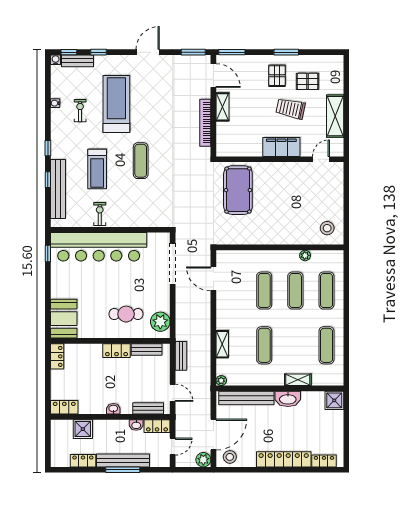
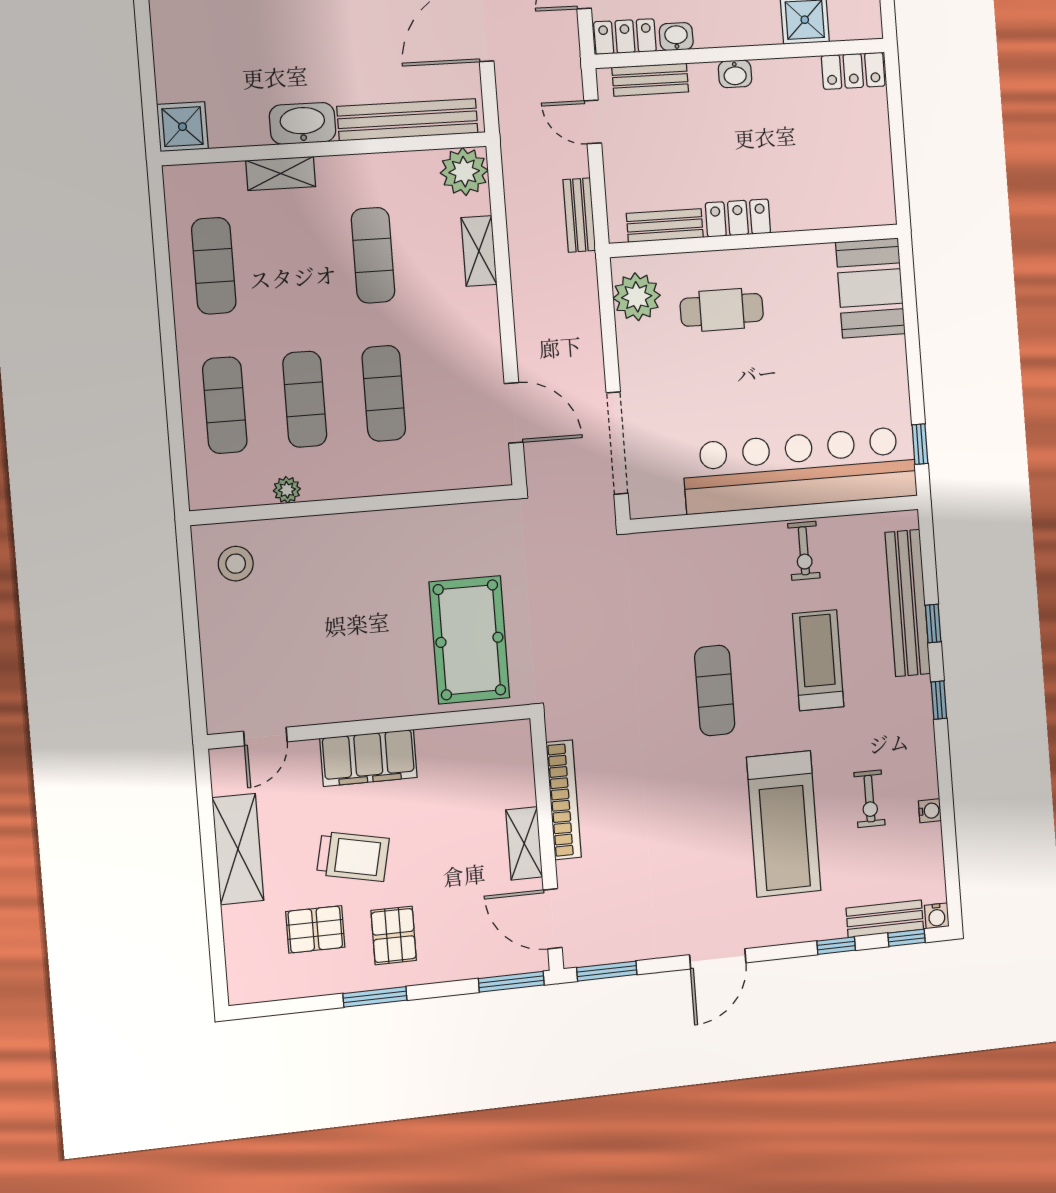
locker: (57, 356) -> (880, 195), removed
plant: (221, 381) -> (464, 172), width x1.87, depth x1.87

